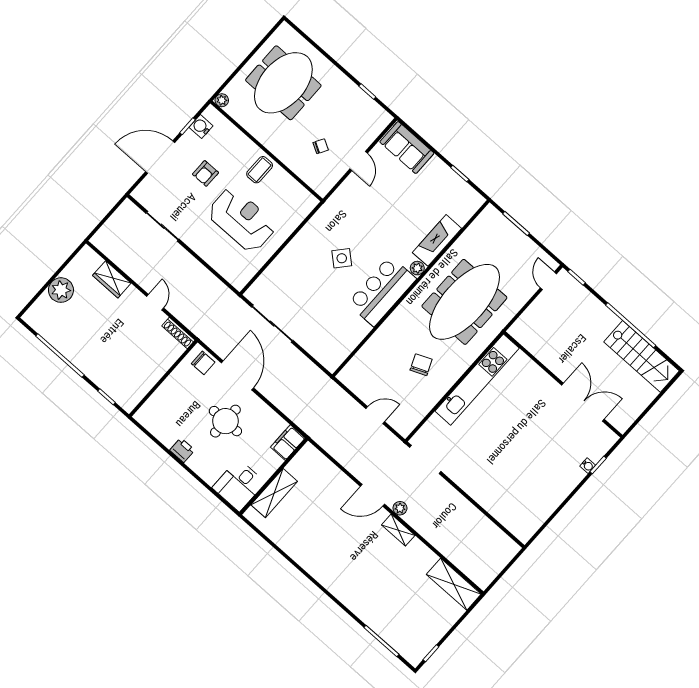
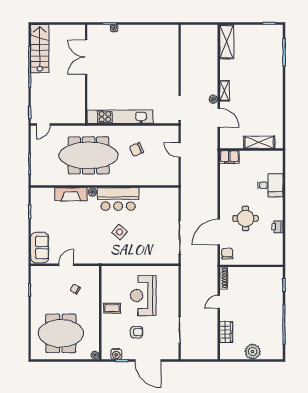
filing cabinet: (288, 443) -> (229, 157), moved
wall: (274, 476) -> (251, 150), moved
shelving: (274, 493) -> (259, 142), moved

